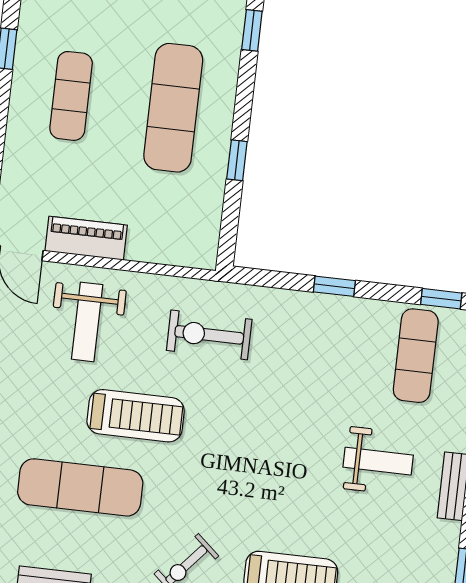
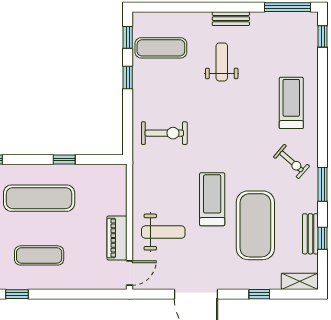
window: (334, 286) -> (128, 77), moved
exercise bike: (209, 335) -> (164, 133), moved, turned -90
exercise mat: (80, 487) -> (255, 225), width x1.47

